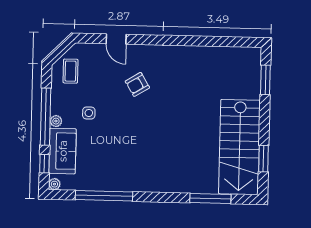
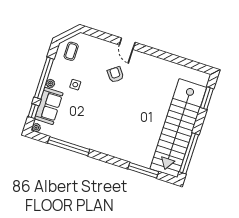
door: (116, 39) -> (127, 44), moved
armchair: (137, 84) -> (115, 75), turned 84
stairs: (239, 147) -> (178, 128), width x1.36
window: (264, 159) -> (189, 153), width x2.11

